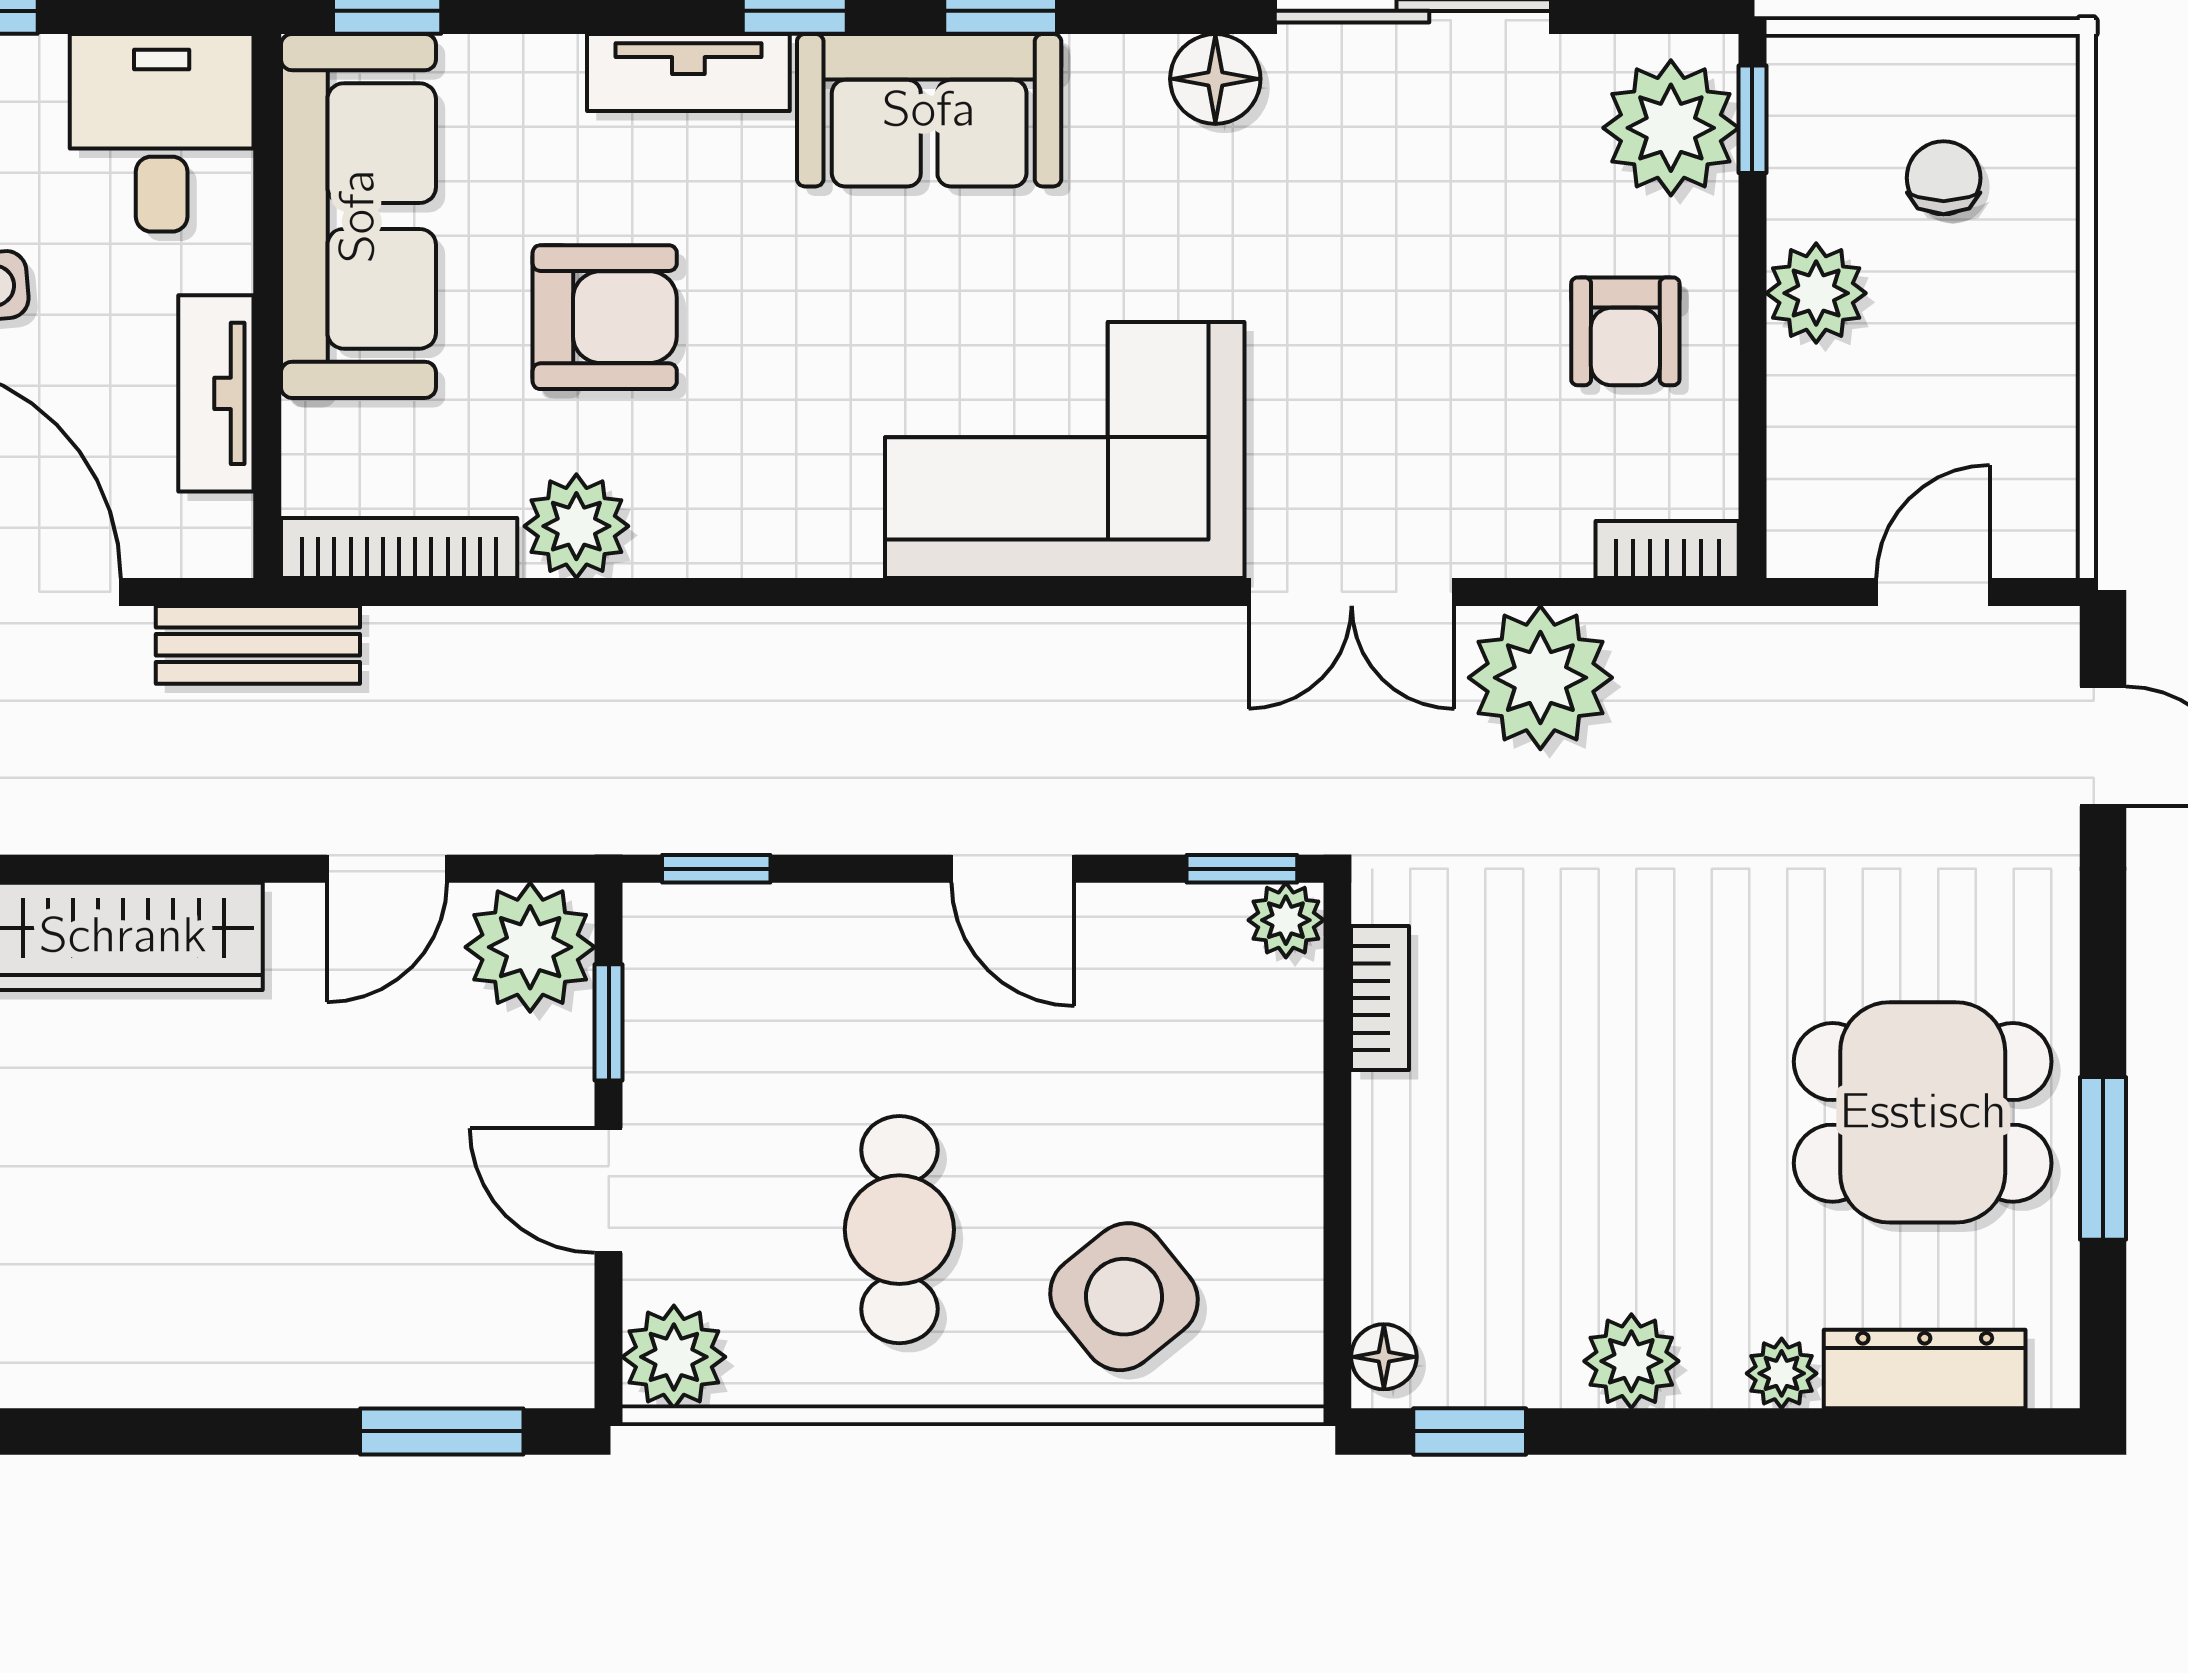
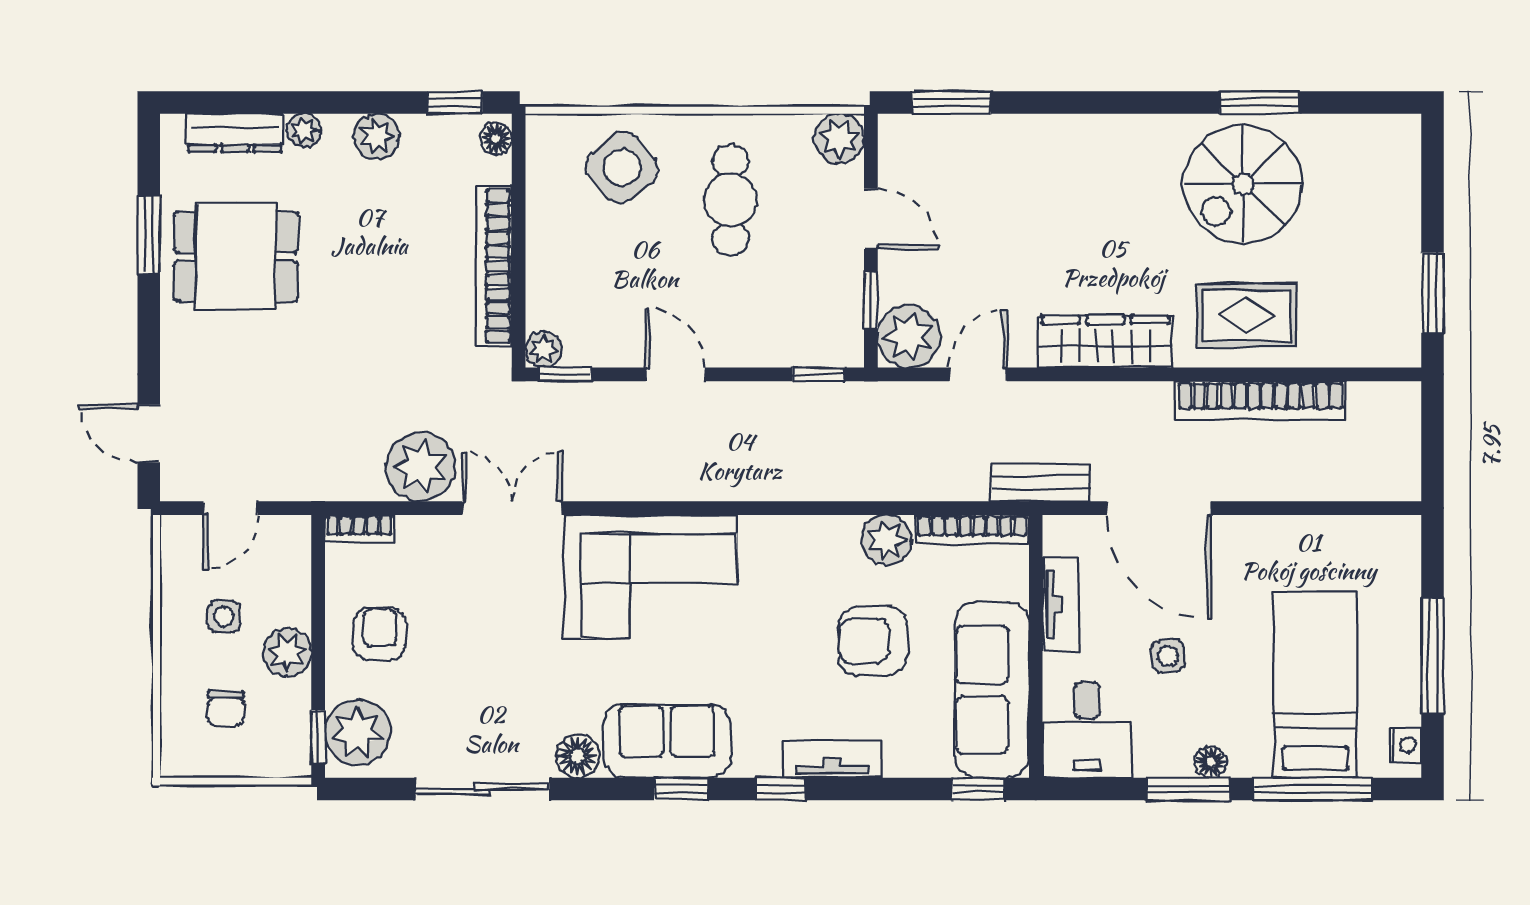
sofa: (929, 110) -> (667, 741), moved
side table: (1948, 368) -> (224, 616), added
bookcase: (1380, 998) -> (494, 266), width x2.31, depth x1.31

